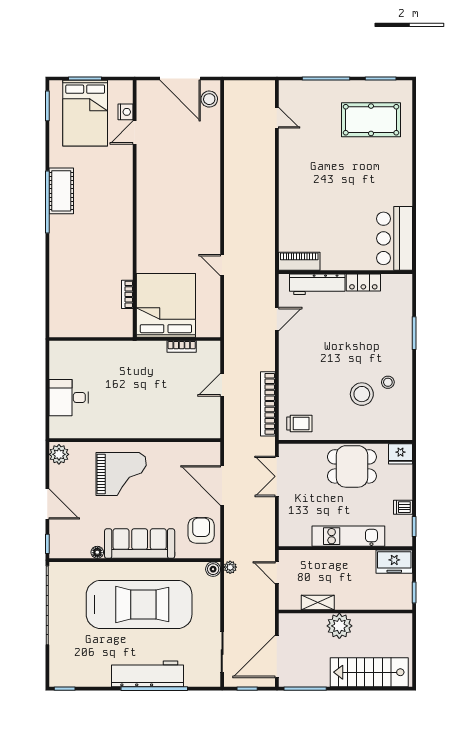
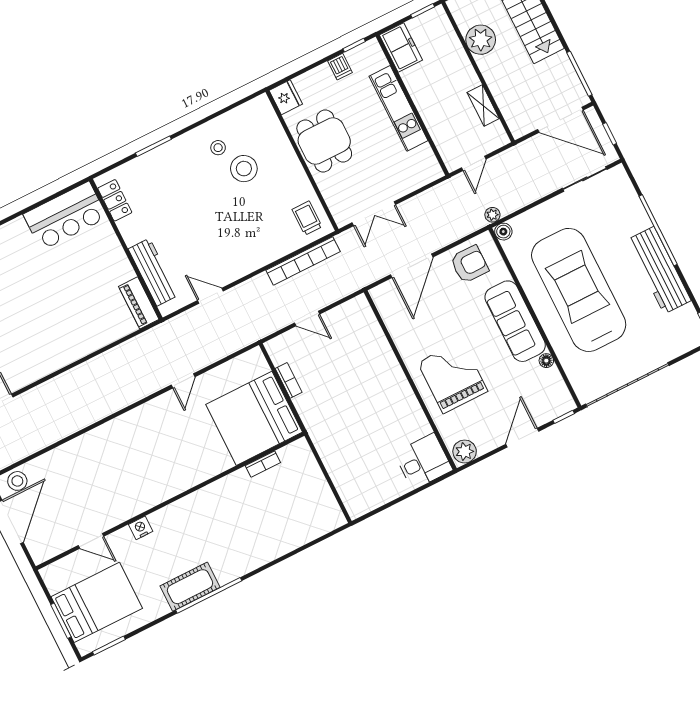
nightstand: (126, 112) -> (141, 528), moved
locker: (363, 282) -> (115, 200), moved
desk: (69, 398) -> (423, 461), moved, turned -90
armchair: (201, 530) -> (469, 264), turned 180
plant: (339, 626) -> (481, 40), moved
workbench: (147, 674) -> (659, 270), moved

